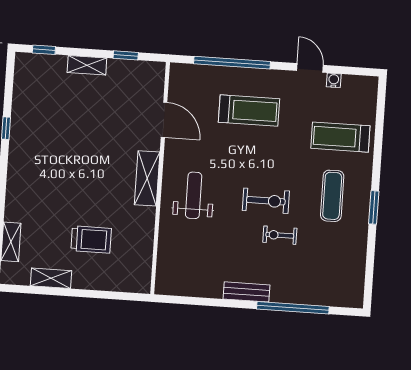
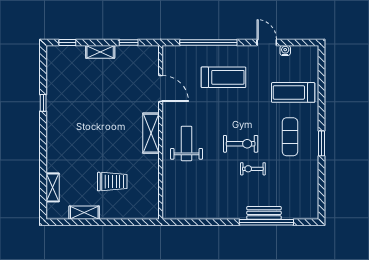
bench: (246, 292) -> (264, 213), moved

